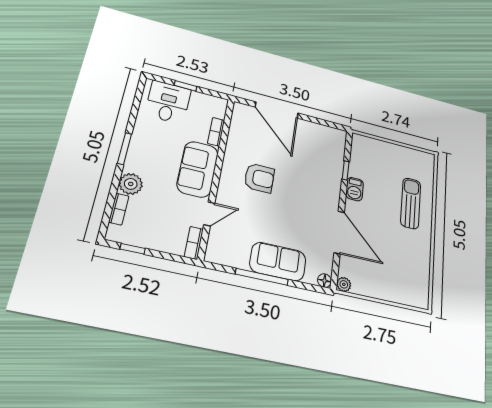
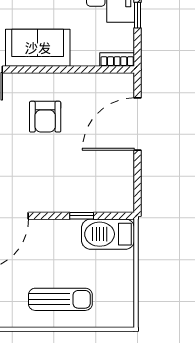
bookcase: (216, 132) -> (117, 59), moved
barbecue: (355, 189) -> (108, 234), moved, width x1.88, depth x1.53

